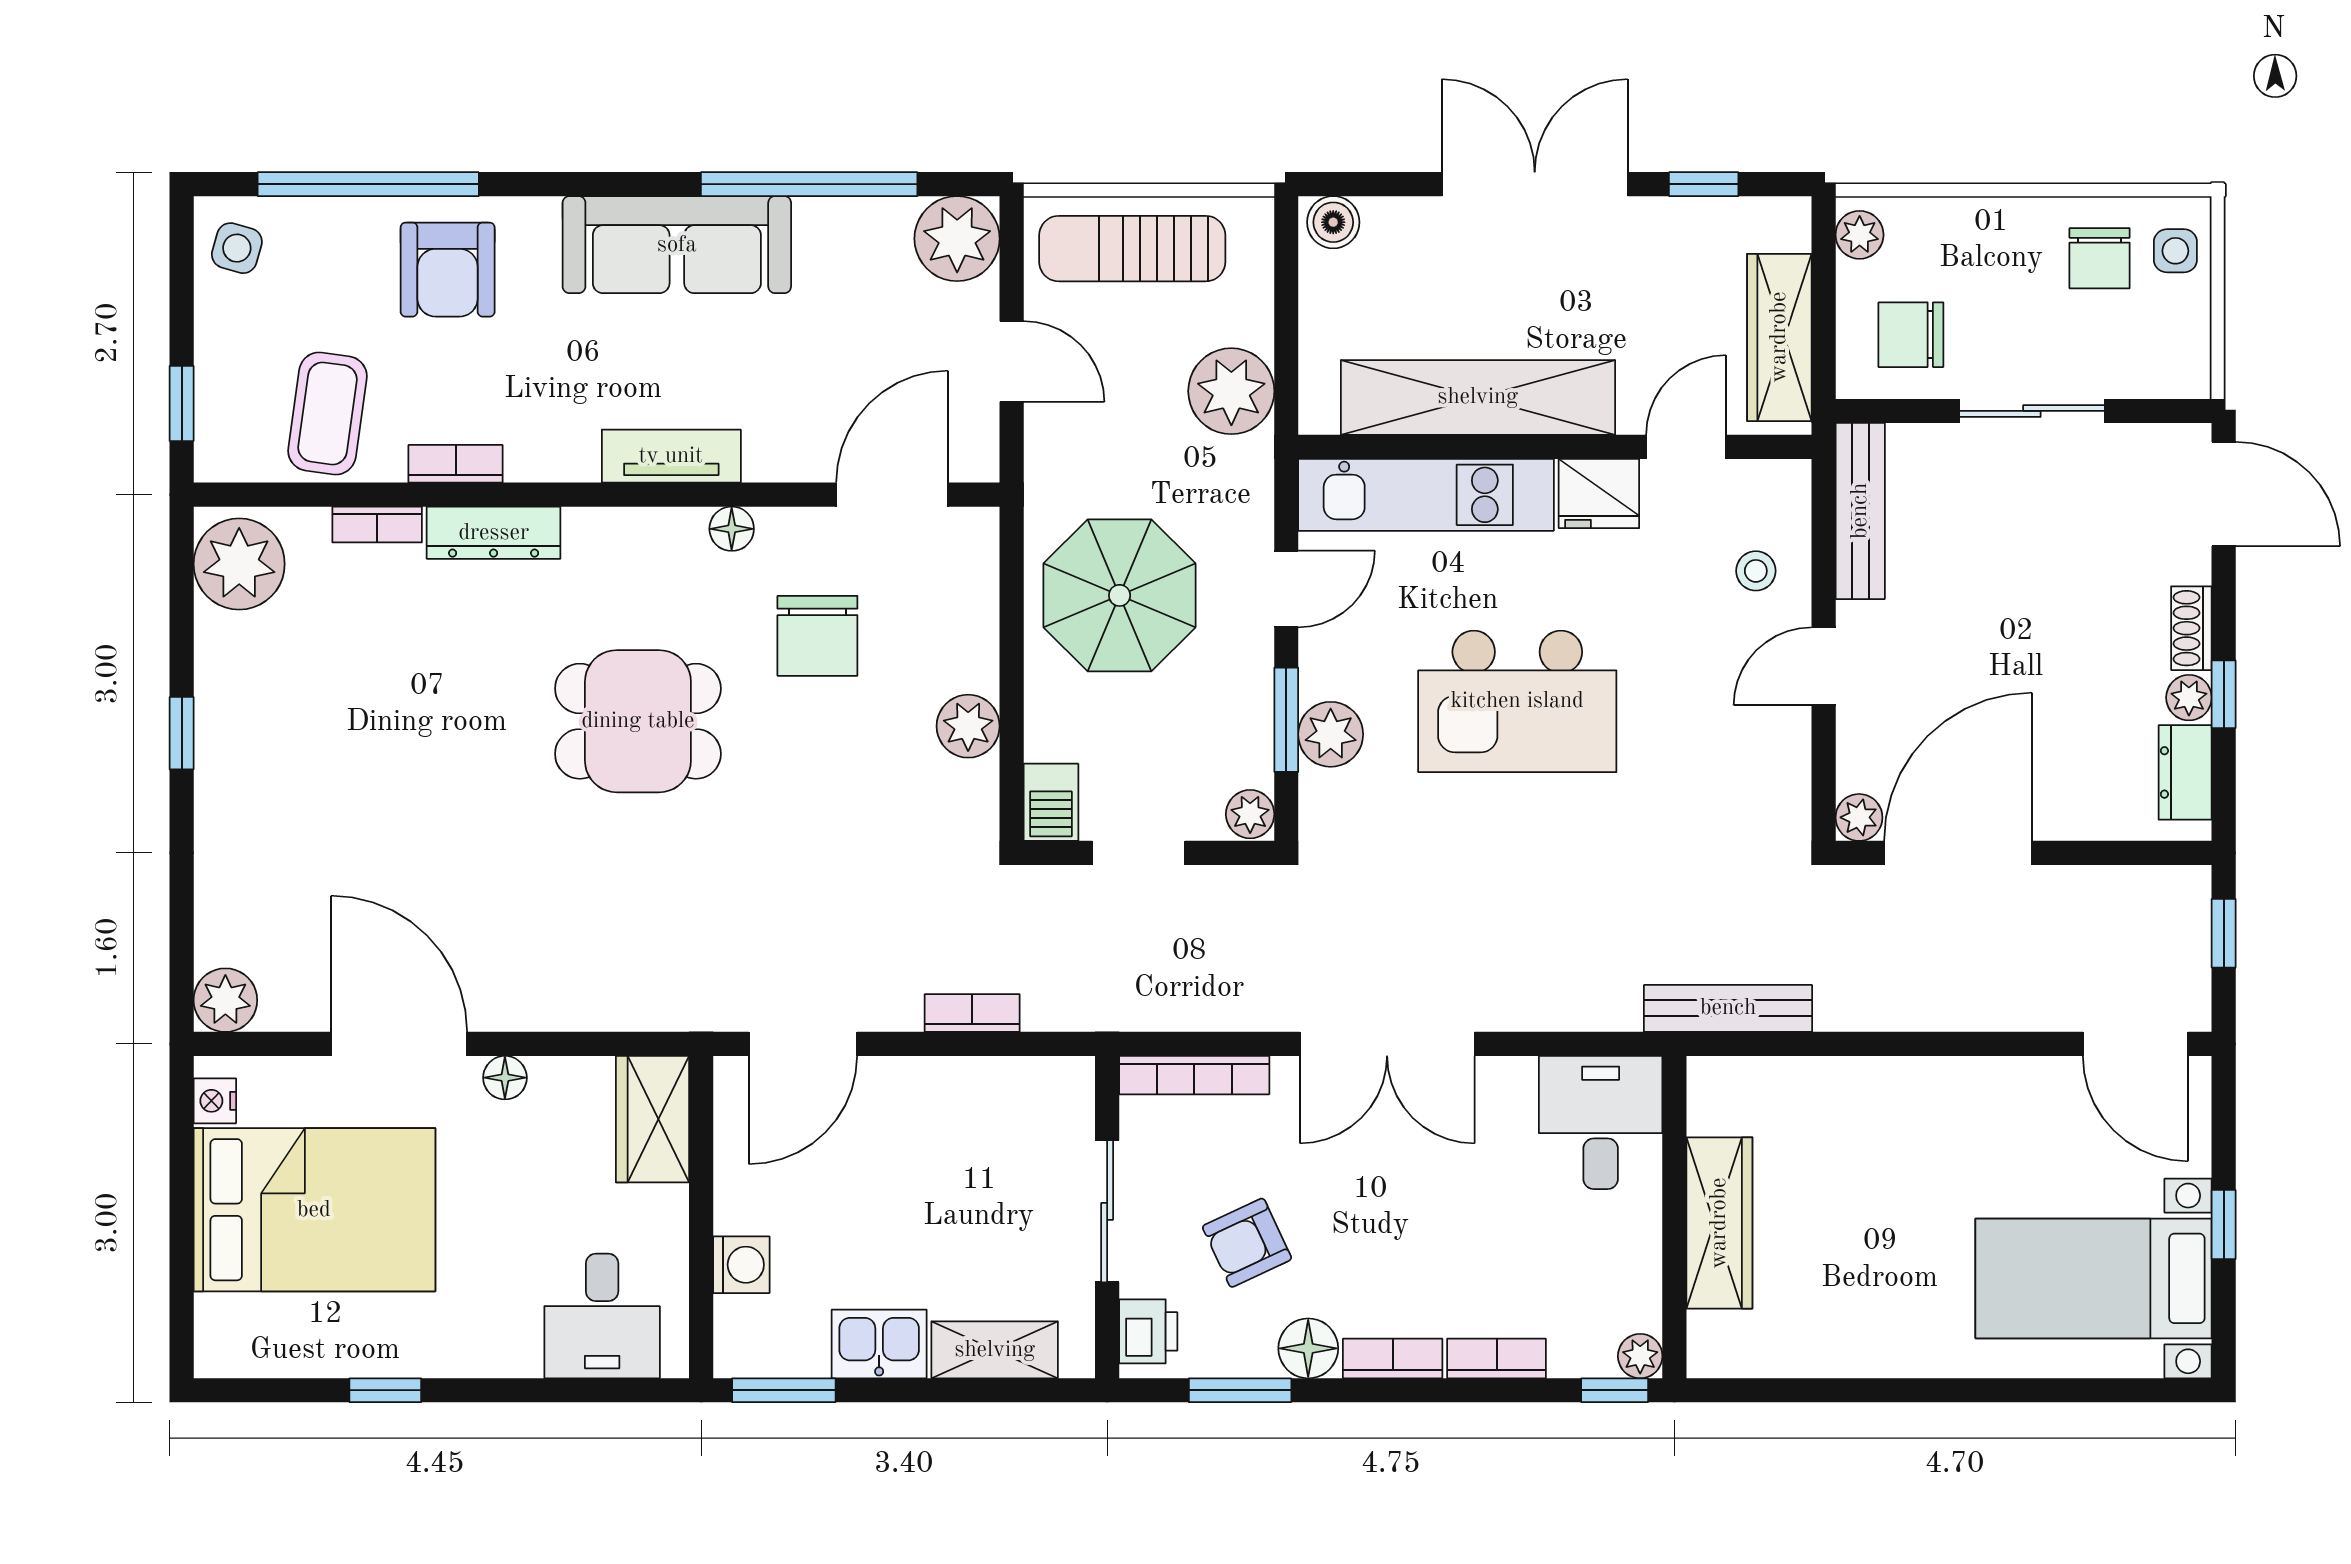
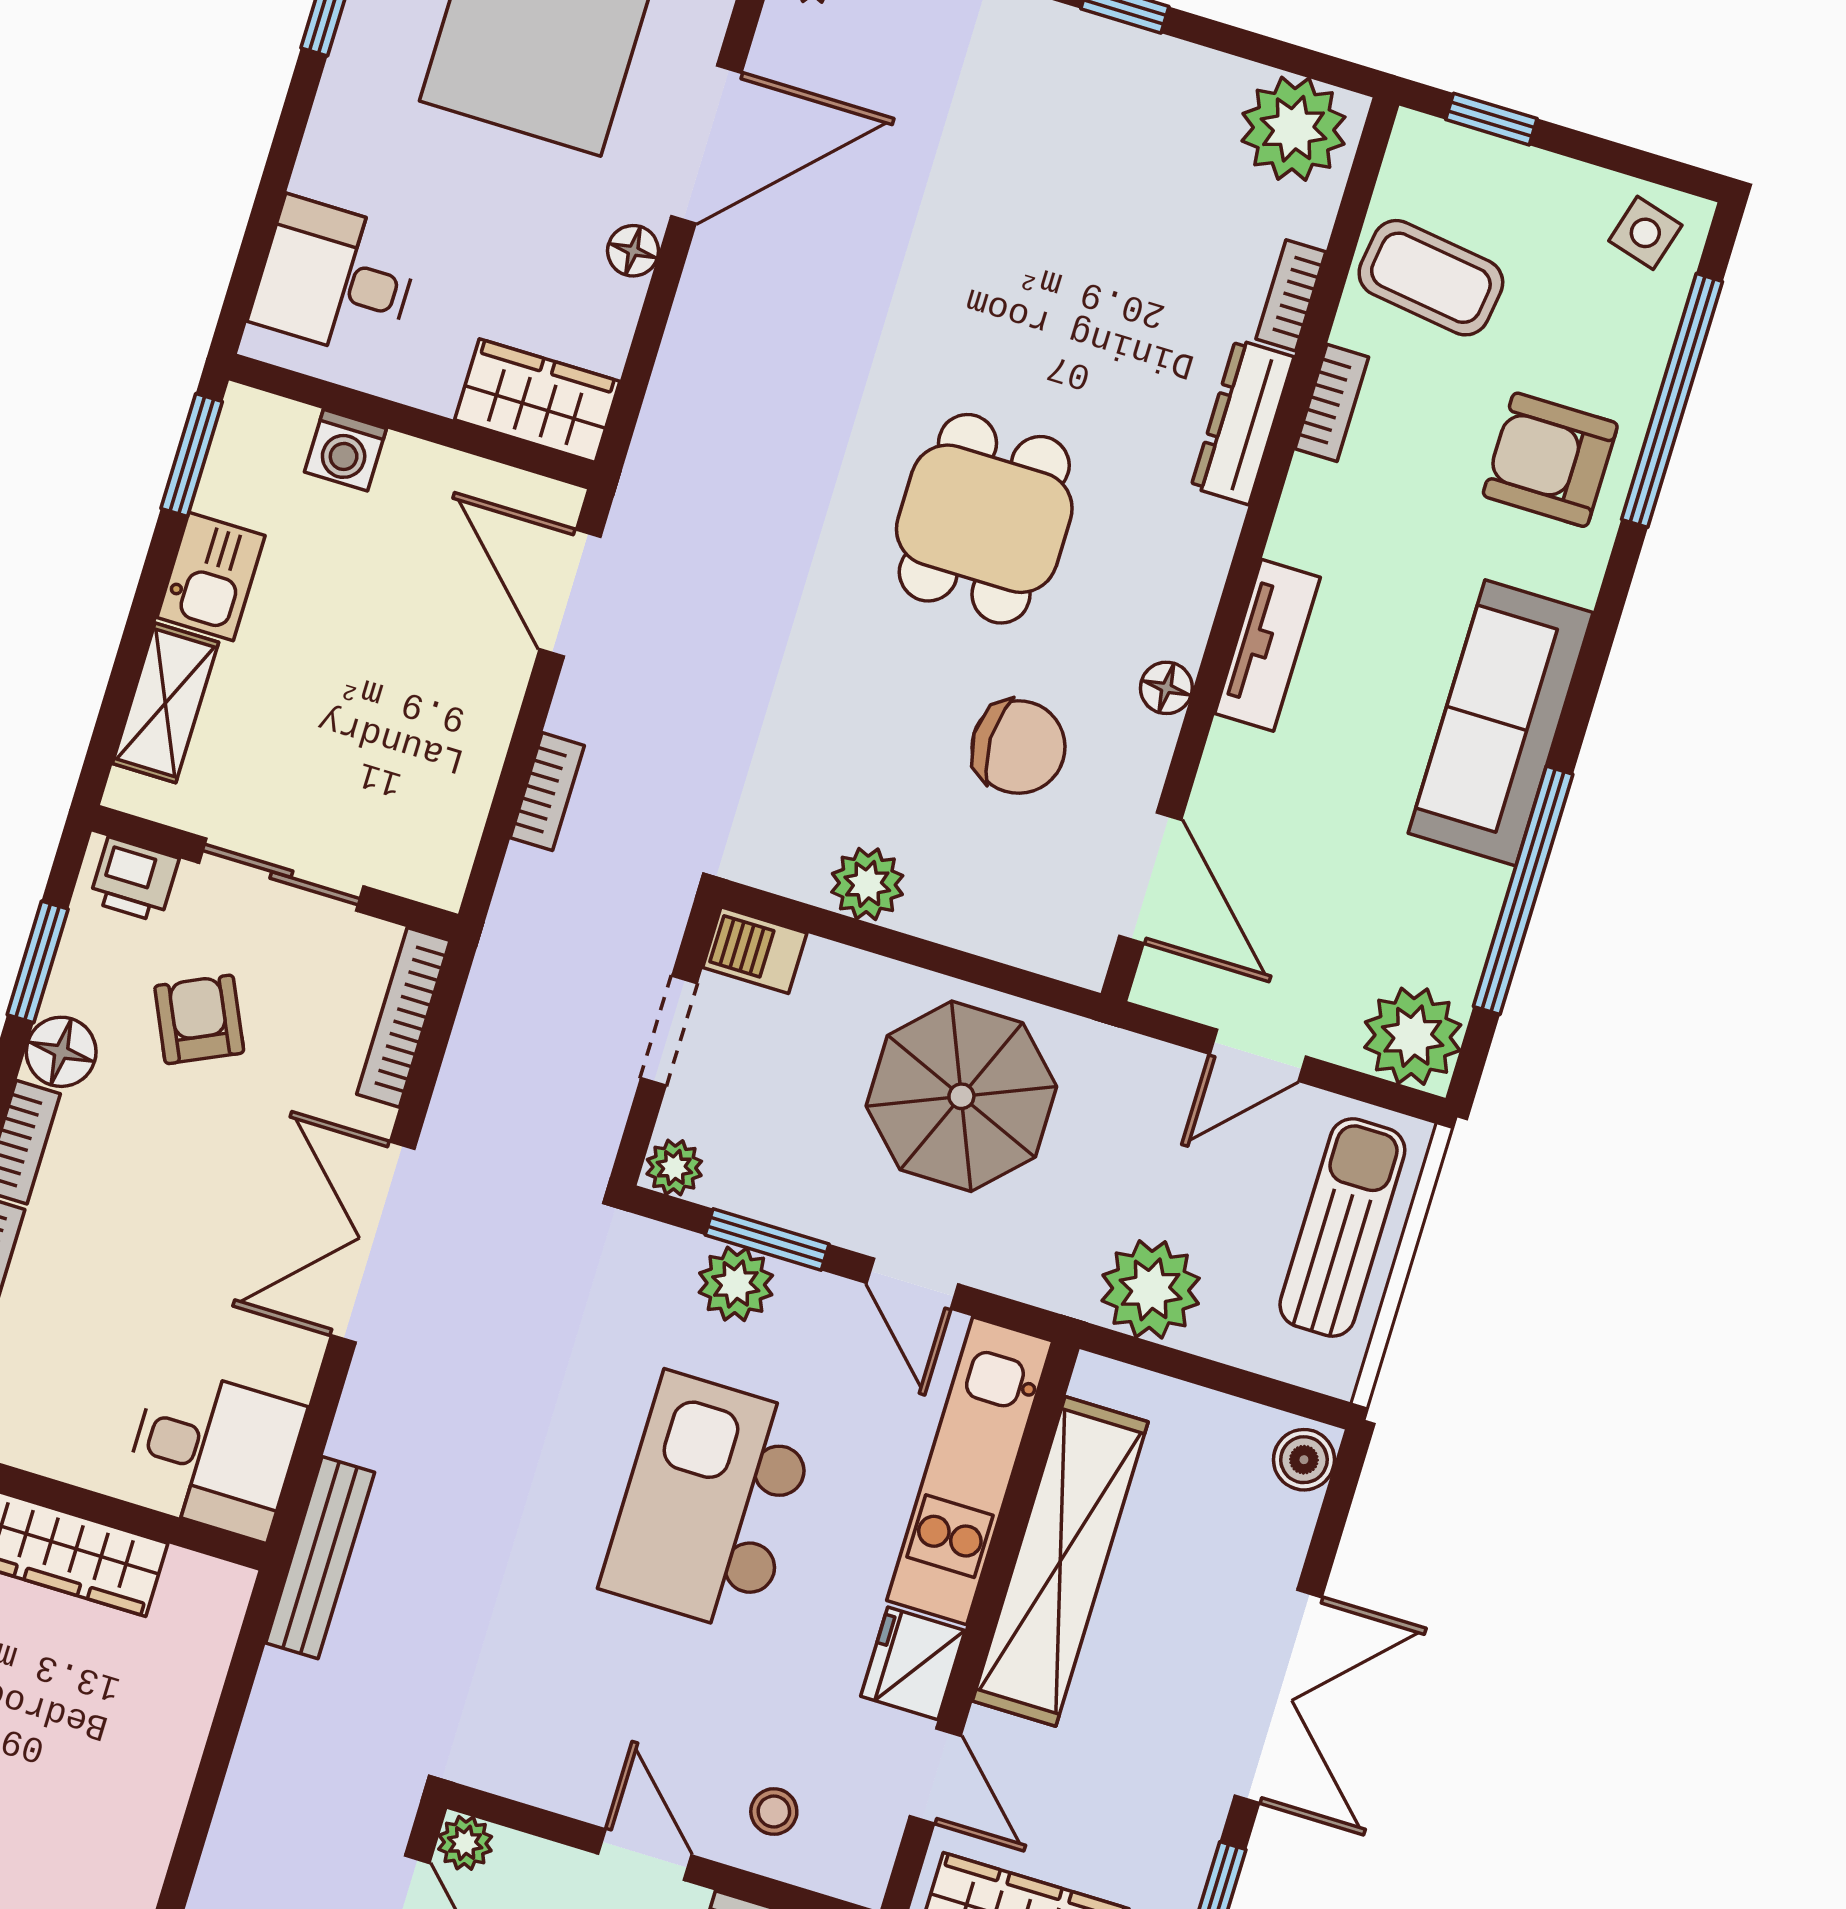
chair: (817, 636) -> (1018, 747), turned 180
bench: (1728, 1008) -> (320, 1558), moved

